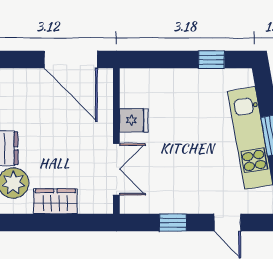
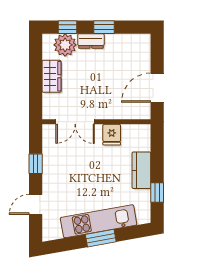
door: (71, 59) -> (157, 88), width x0.73
kitchen counter: (182, 81) -> (141, 170), added

